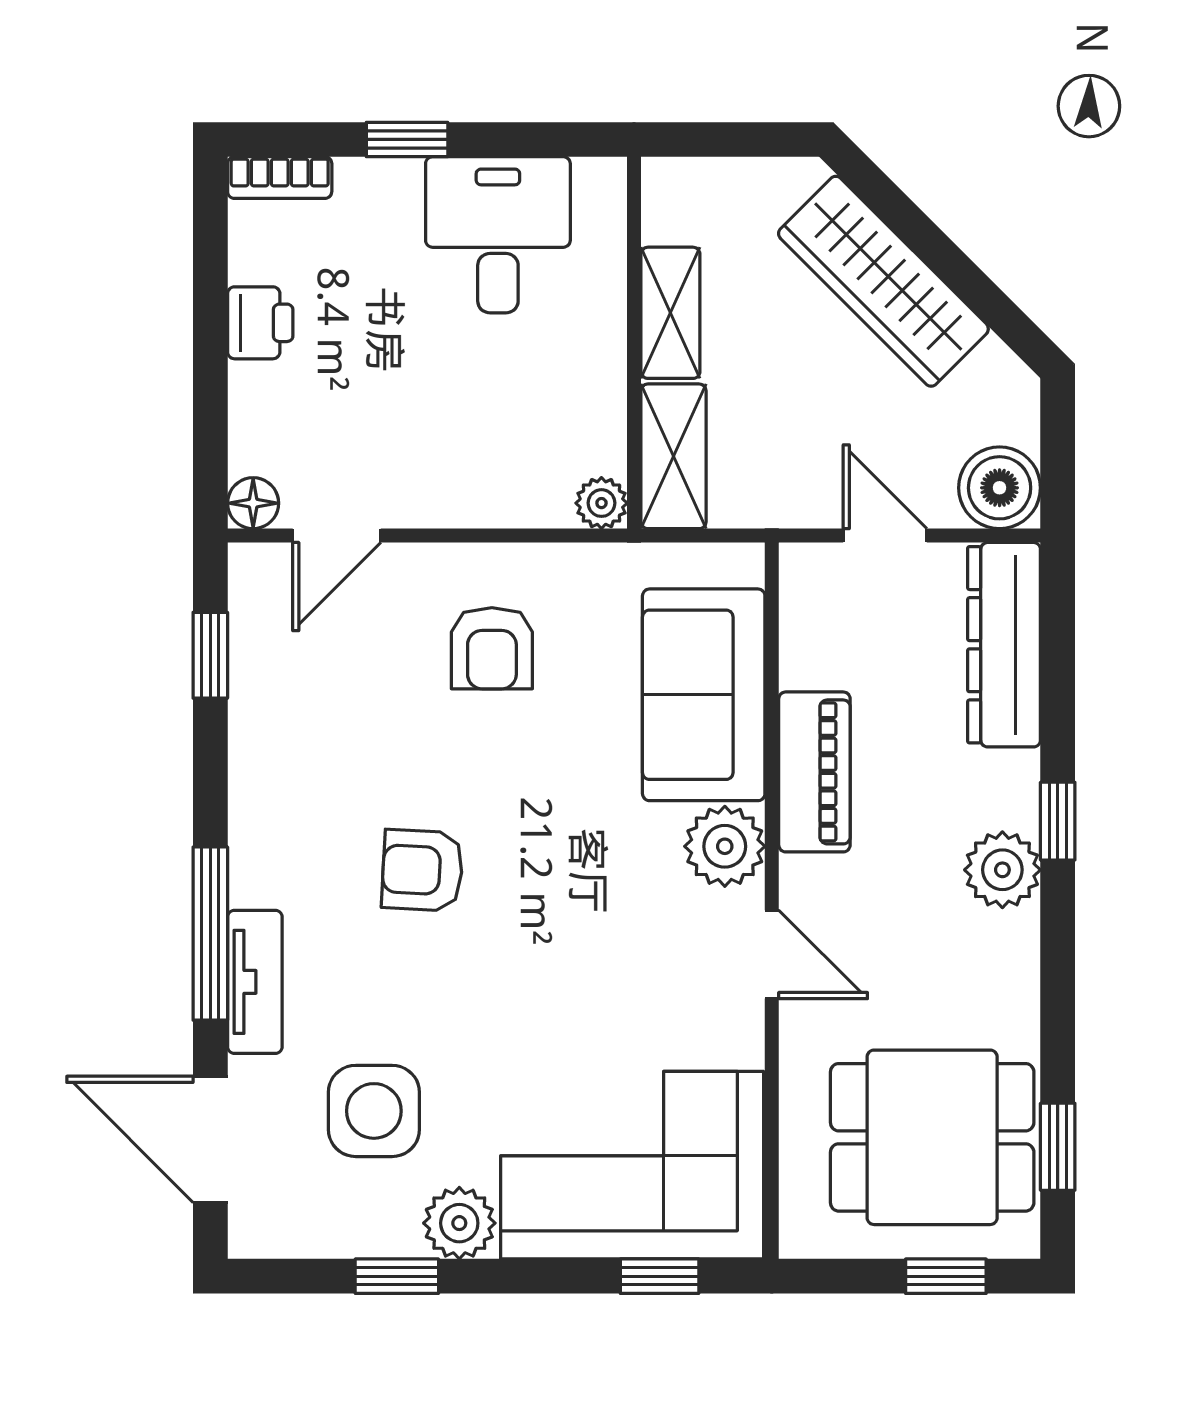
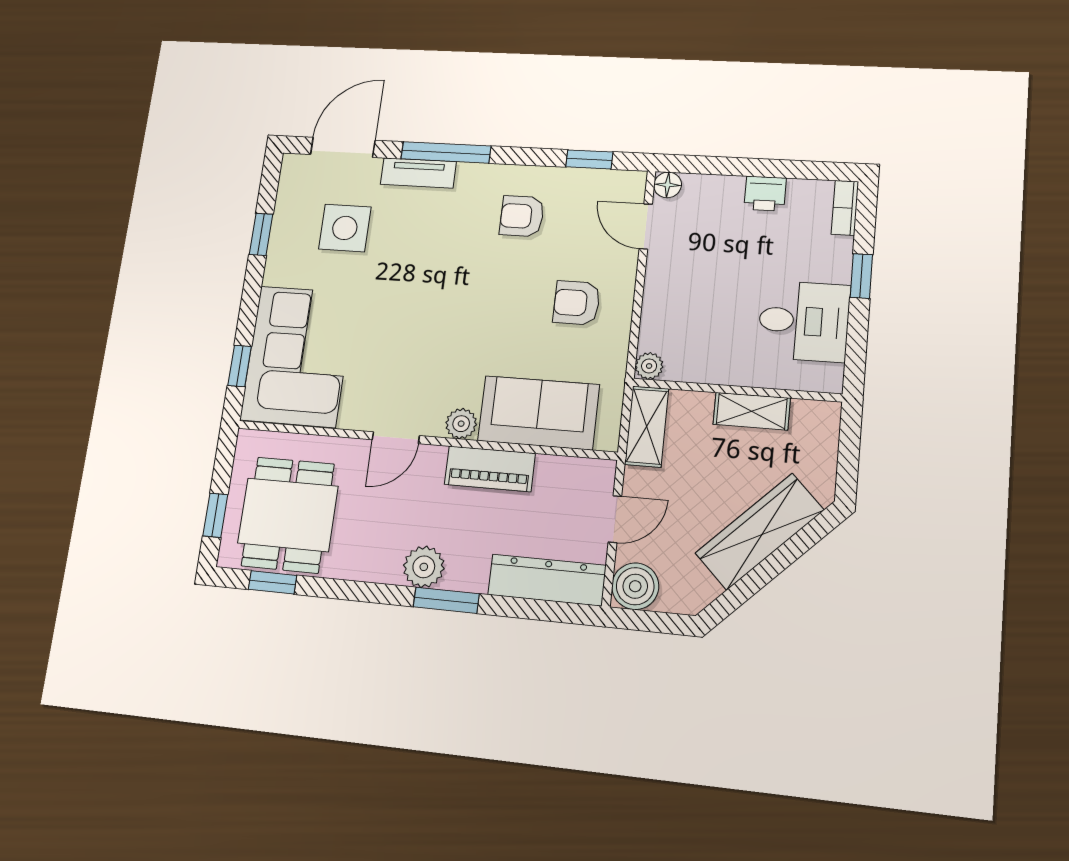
shelving: (673, 456) -> (647, 426), moved, turned 90
window: (1058, 821) -> (446, 600), width x1.50
plant: (725, 846) -> (461, 424), width x0.73, depth x0.73
armchair: (422, 870) -> (522, 216), moved, turned -93
plant: (459, 1223) -> (282, 267), removed

